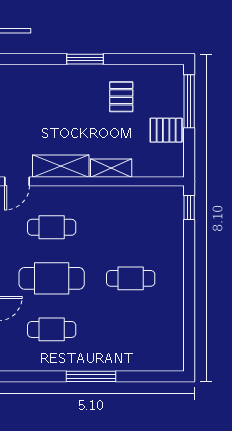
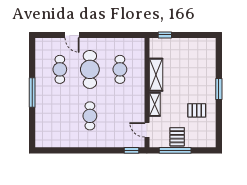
window: (189, 101) -> (175, 150), moved
door: (17, 181) -> (147, 130), moved

